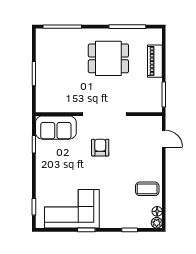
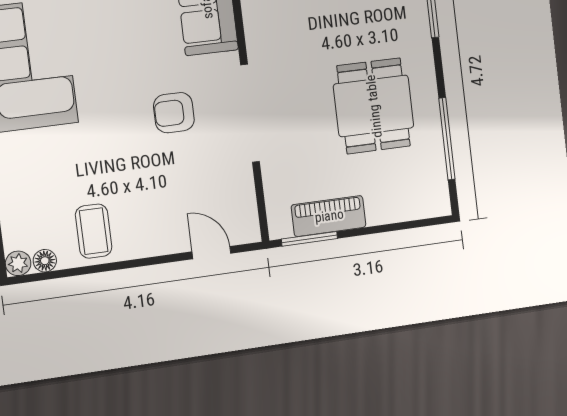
piano: (155, 61) -> (329, 216), moved
door: (164, 139) -> (211, 253), swing flipped
armchair: (100, 148) -> (174, 113), turned 180

